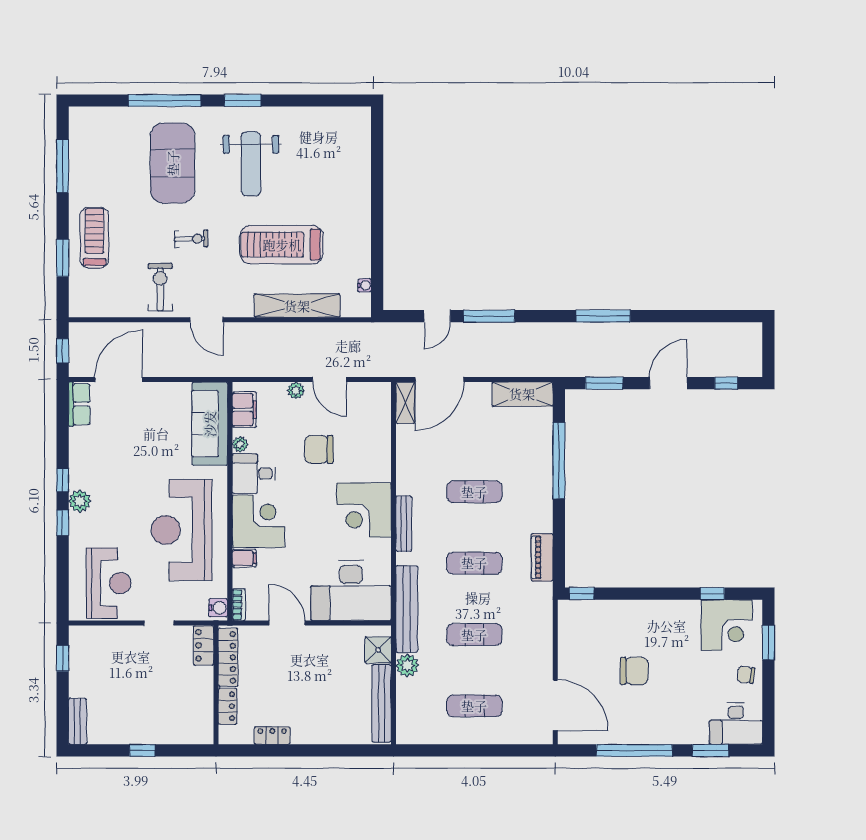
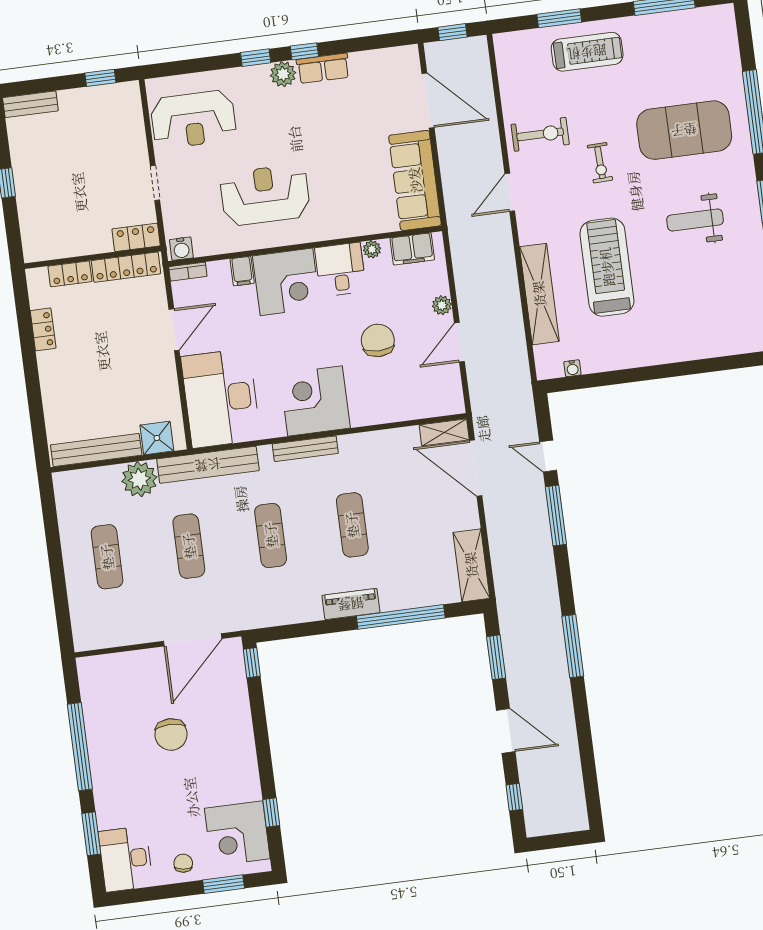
weight bench: (251, 164) -> (695, 220), width x0.73, depth x0.75
row of seats: (79, 404) -> (323, 68), moved
sofa: (210, 424) -> (415, 180), moved, turned -90
reception desk: (181, 530) -> (265, 195), width x0.74, depth x0.77
piano: (542, 557) -> (351, 604), moved
plant: (407, 665) -> (139, 479), width x1.36, depth x1.36
door: (555, 705) -> (193, 640), moved

